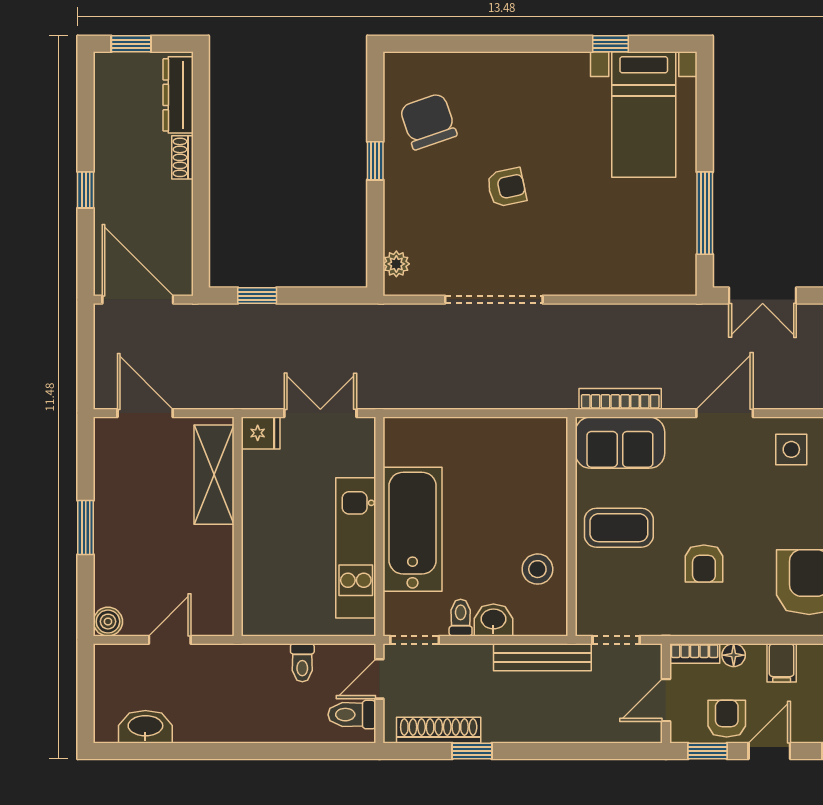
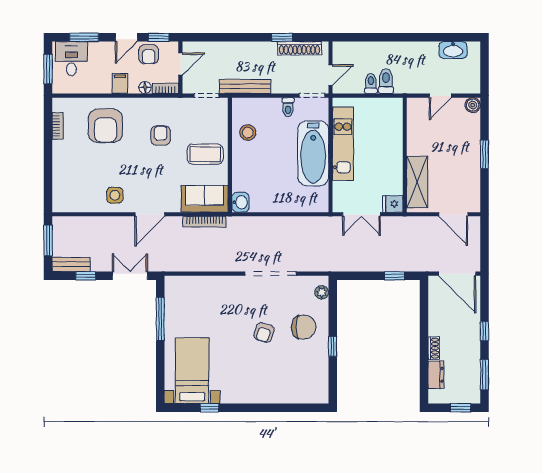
dresser: (178, 95) -> (436, 375), width x0.70
window: (86, 107) -> (484, 375), added
chair: (428, 121) -> (304, 327), moved, turned -71
armchair: (507, 187) -> (264, 332), turned -61
washbasin: (493, 620) -> (240, 202), moved, turned -90
toilet: (352, 715) -> (386, 81), moved, turned -90

